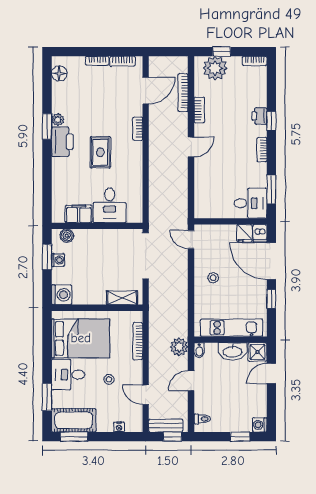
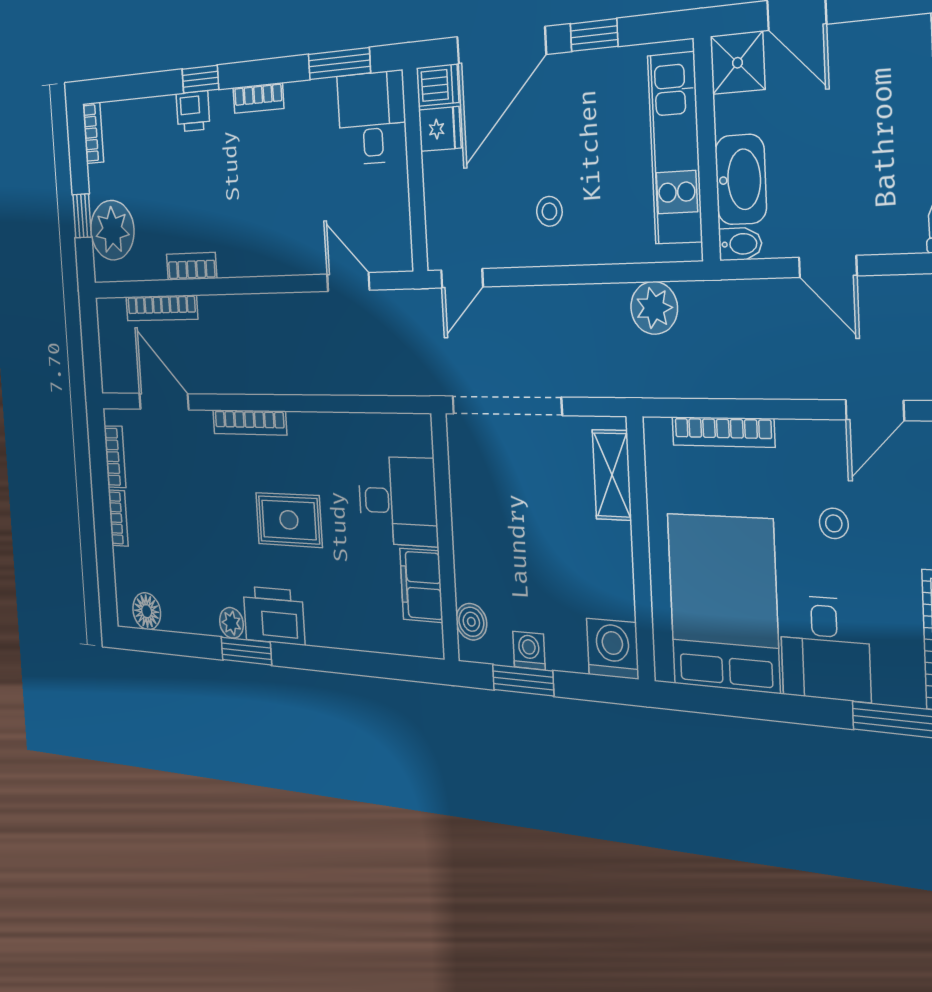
bookcase: (138, 129) -> (249, 422), width x1.56
door: (191, 147) -> (348, 282), moved
plant: (179, 347) -> (654, 308), moved
washbasin: (233, 351) -> (741, 180), moved

